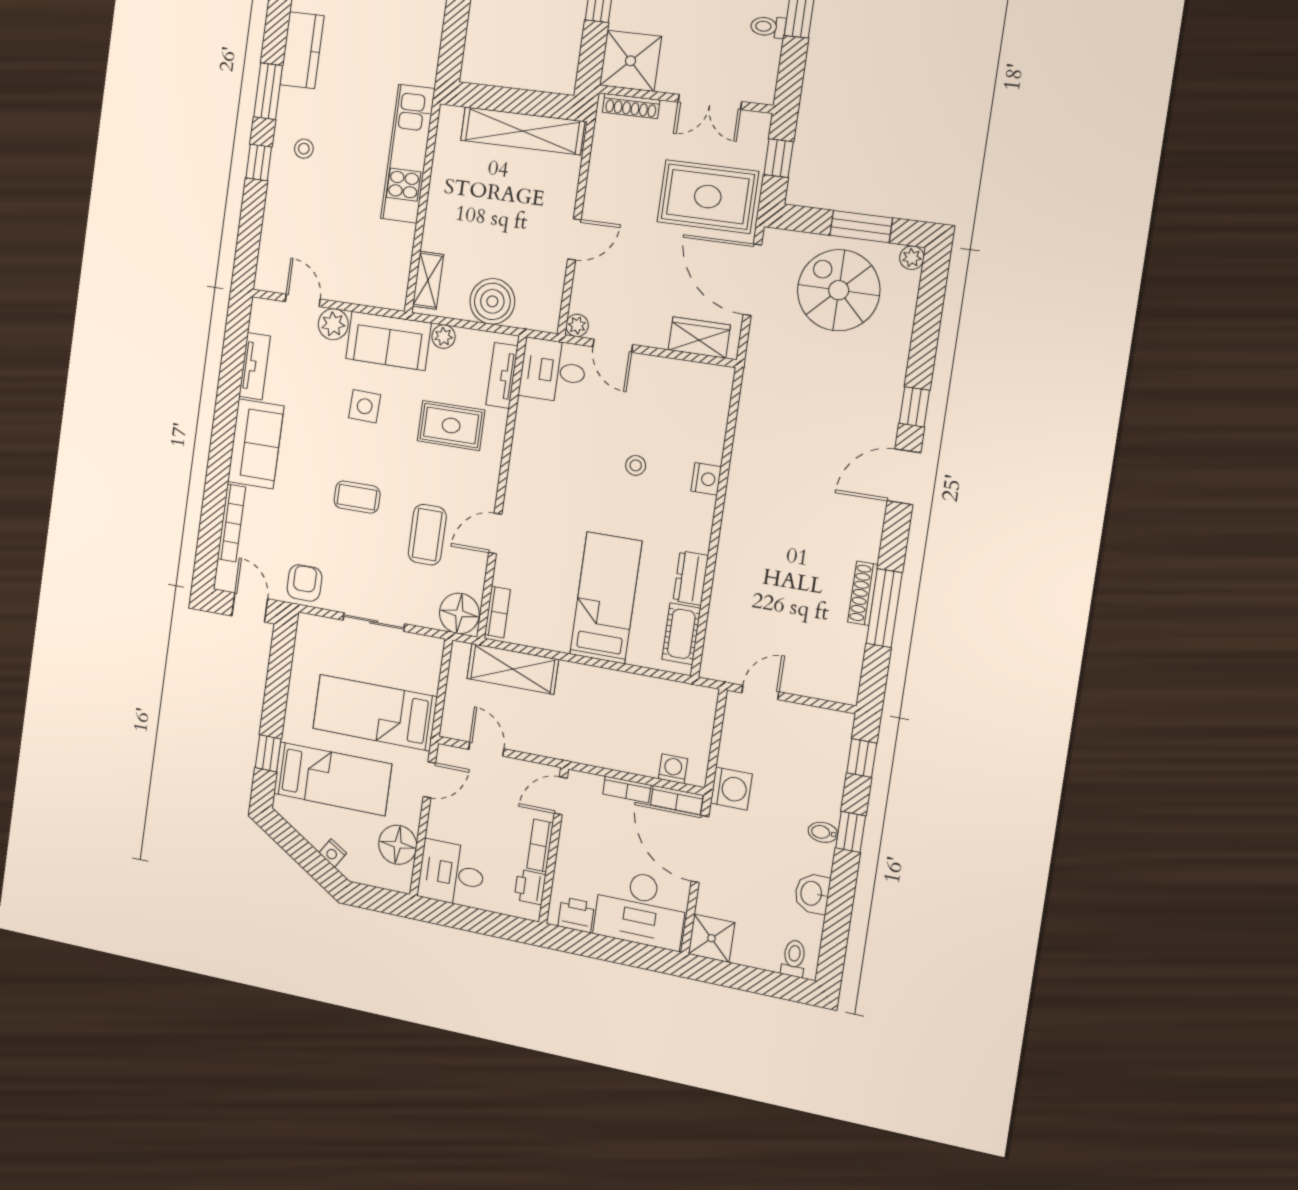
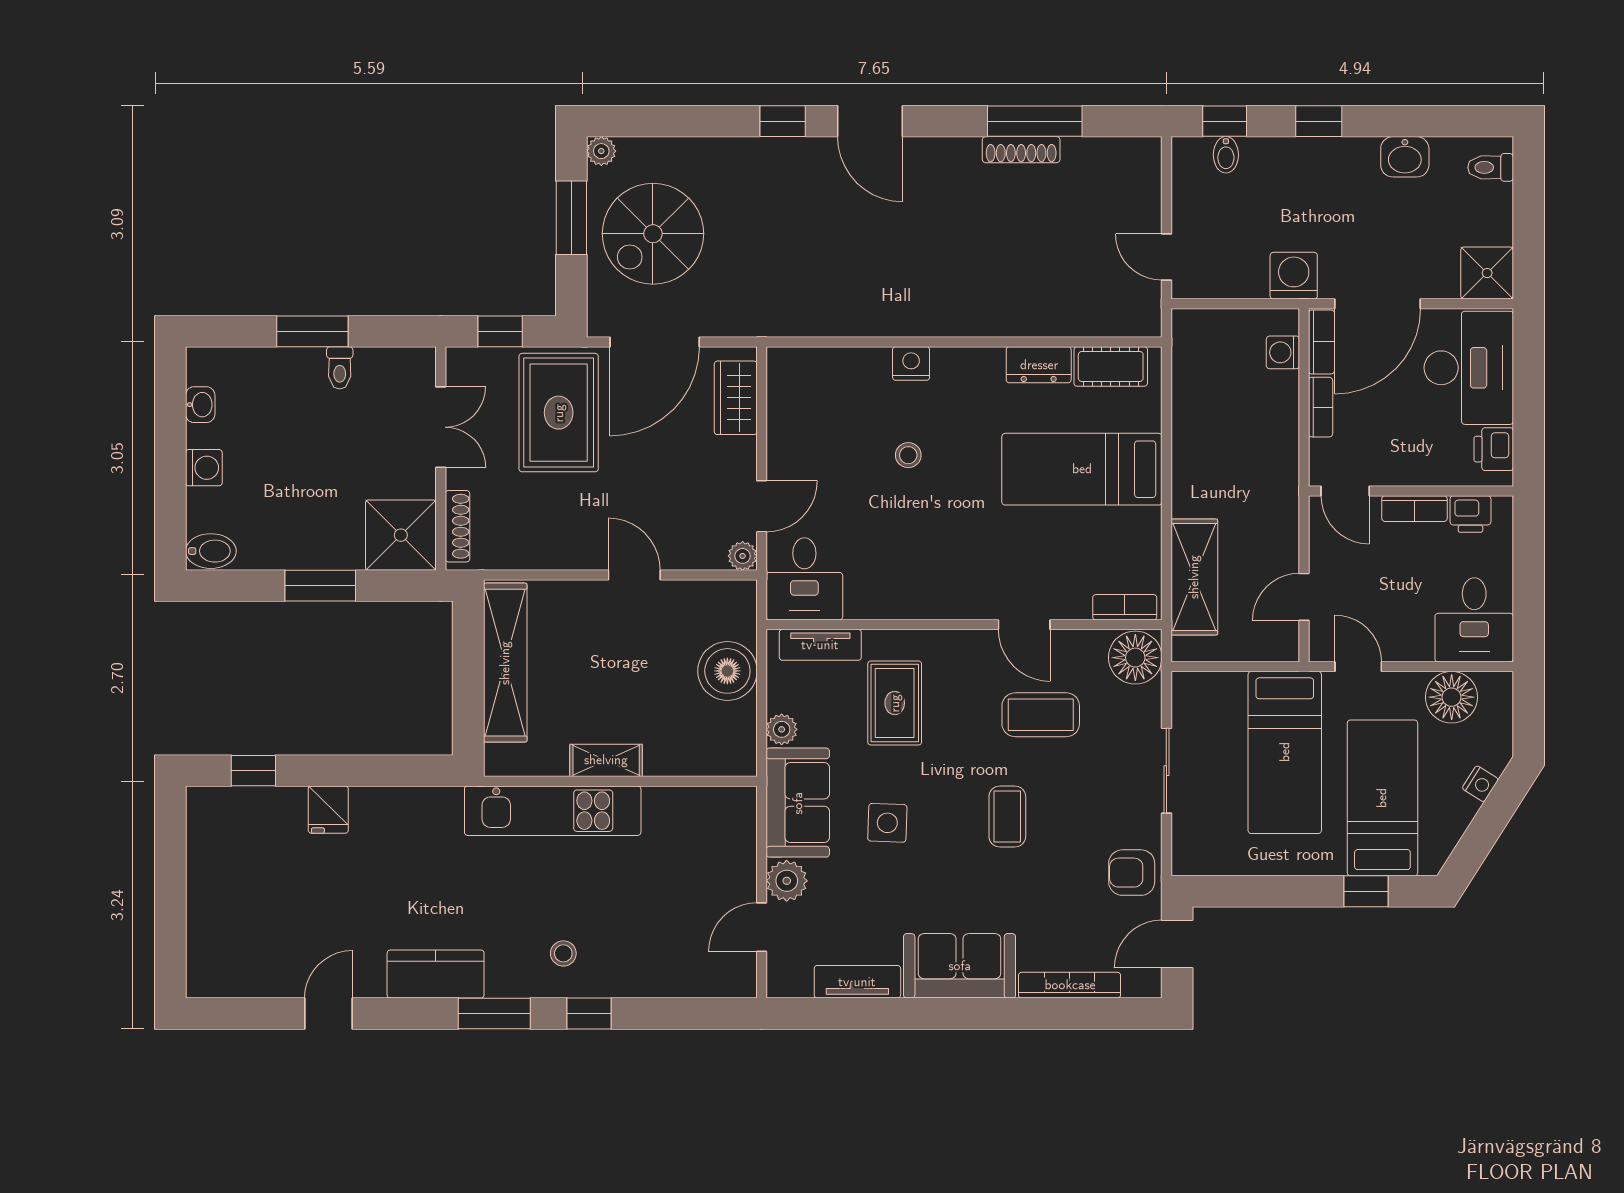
shelving: (428, 280) -> (606, 760), moved
bidet: (823, 832) -> (1226, 155), moved

